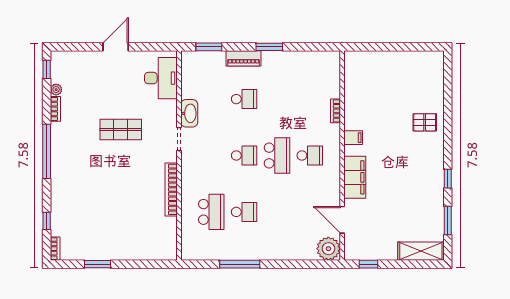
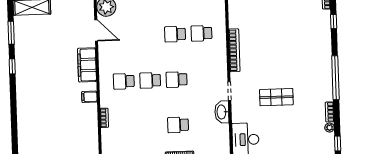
pallet: (425, 122) -> (32, 111), removed
school desk: (277, 155) -> (150, 80), width x0.54
school desk: (211, 212) -> (201, 33), width x0.54

